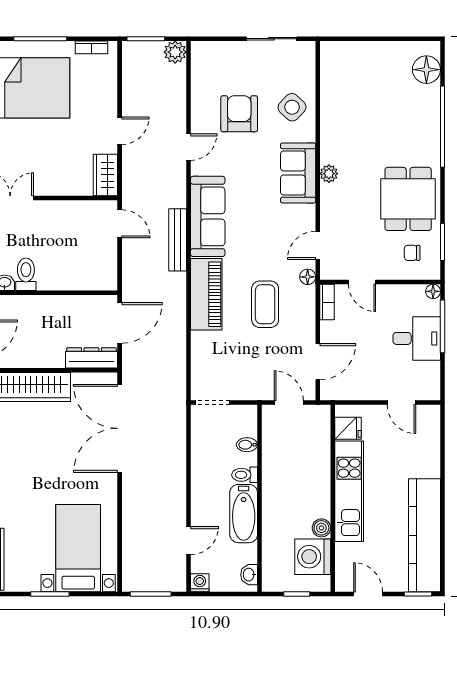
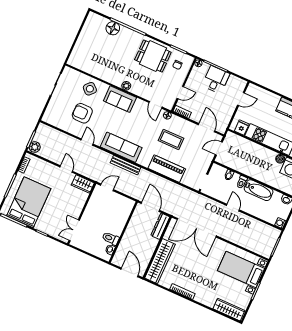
plant: (175, 52) -> (35, 147), moved
floor lamp: (426, 70) -> (113, 28), moved
piano: (206, 294) -> (167, 169), moved
door: (189, 541) -> (233, 208), moved

